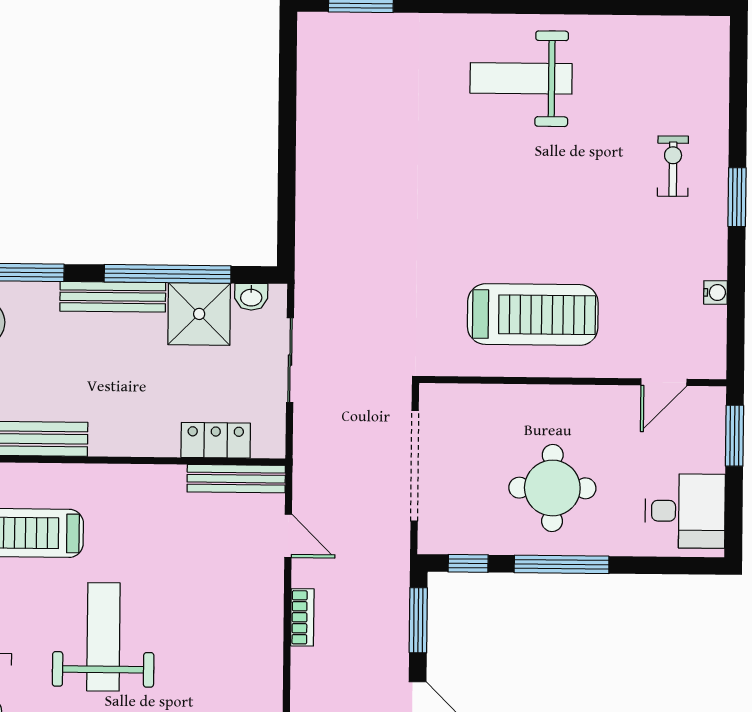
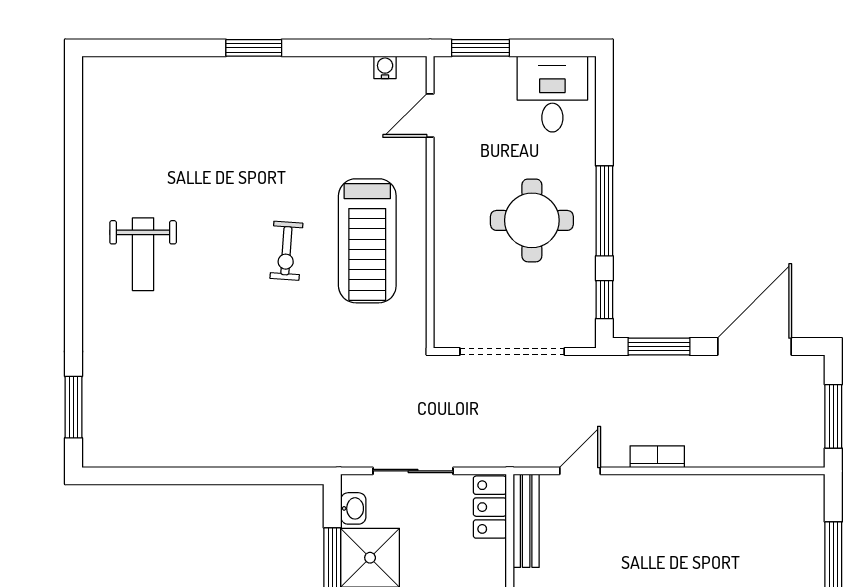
weight bench: (521, 78) -> (143, 254), width x0.73, depth x0.75
exercise bike: (673, 166) -> (286, 251), moved, turned -86
water cooler: (716, 292) -> (385, 67), moved
treadmill: (533, 315) -> (367, 241), turned 180
door: (664, 382) -> (430, 115), swing flipped
locker: (216, 440) -> (490, 507), moved

